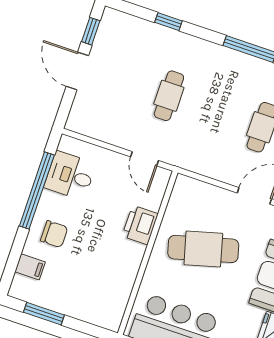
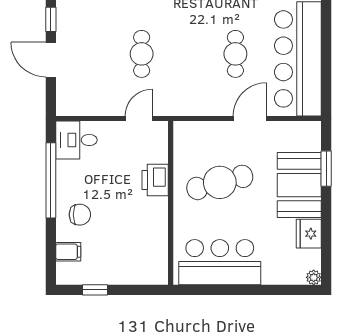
door: (145, 159) -> (139, 118), swing flipped
desk: (70, 176) -> (76, 140), moved
window: (44, 314) -> (95, 290), width x0.67

